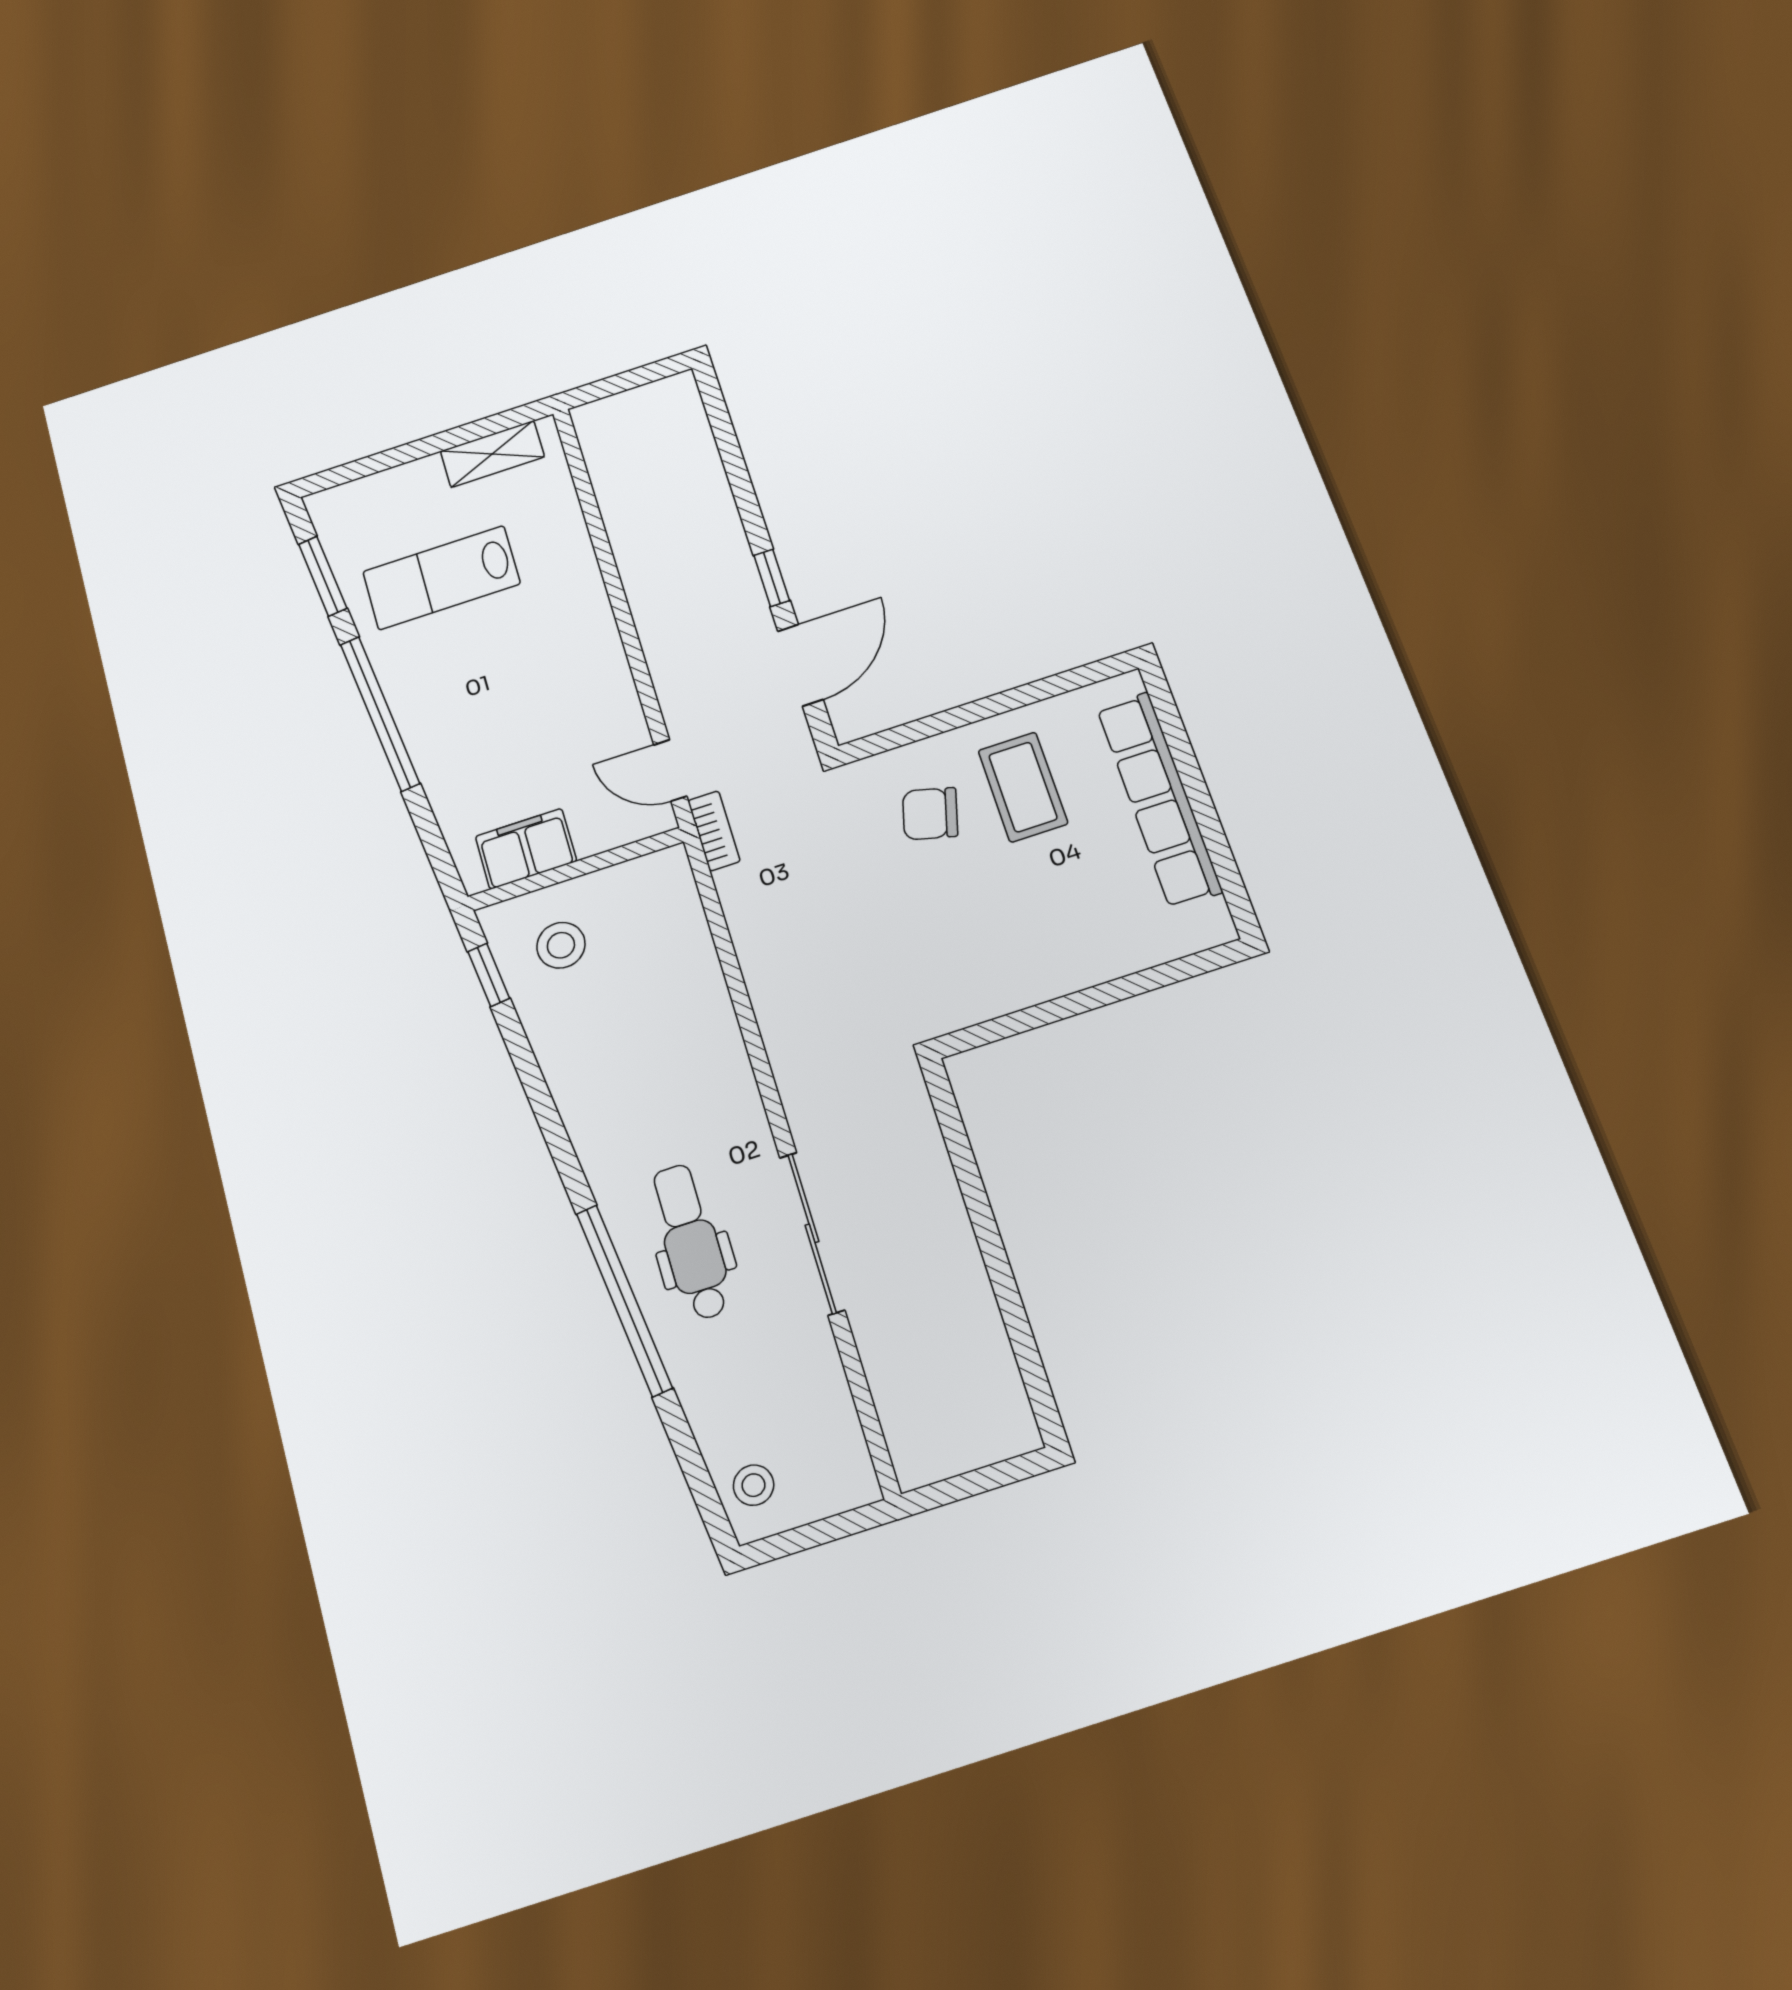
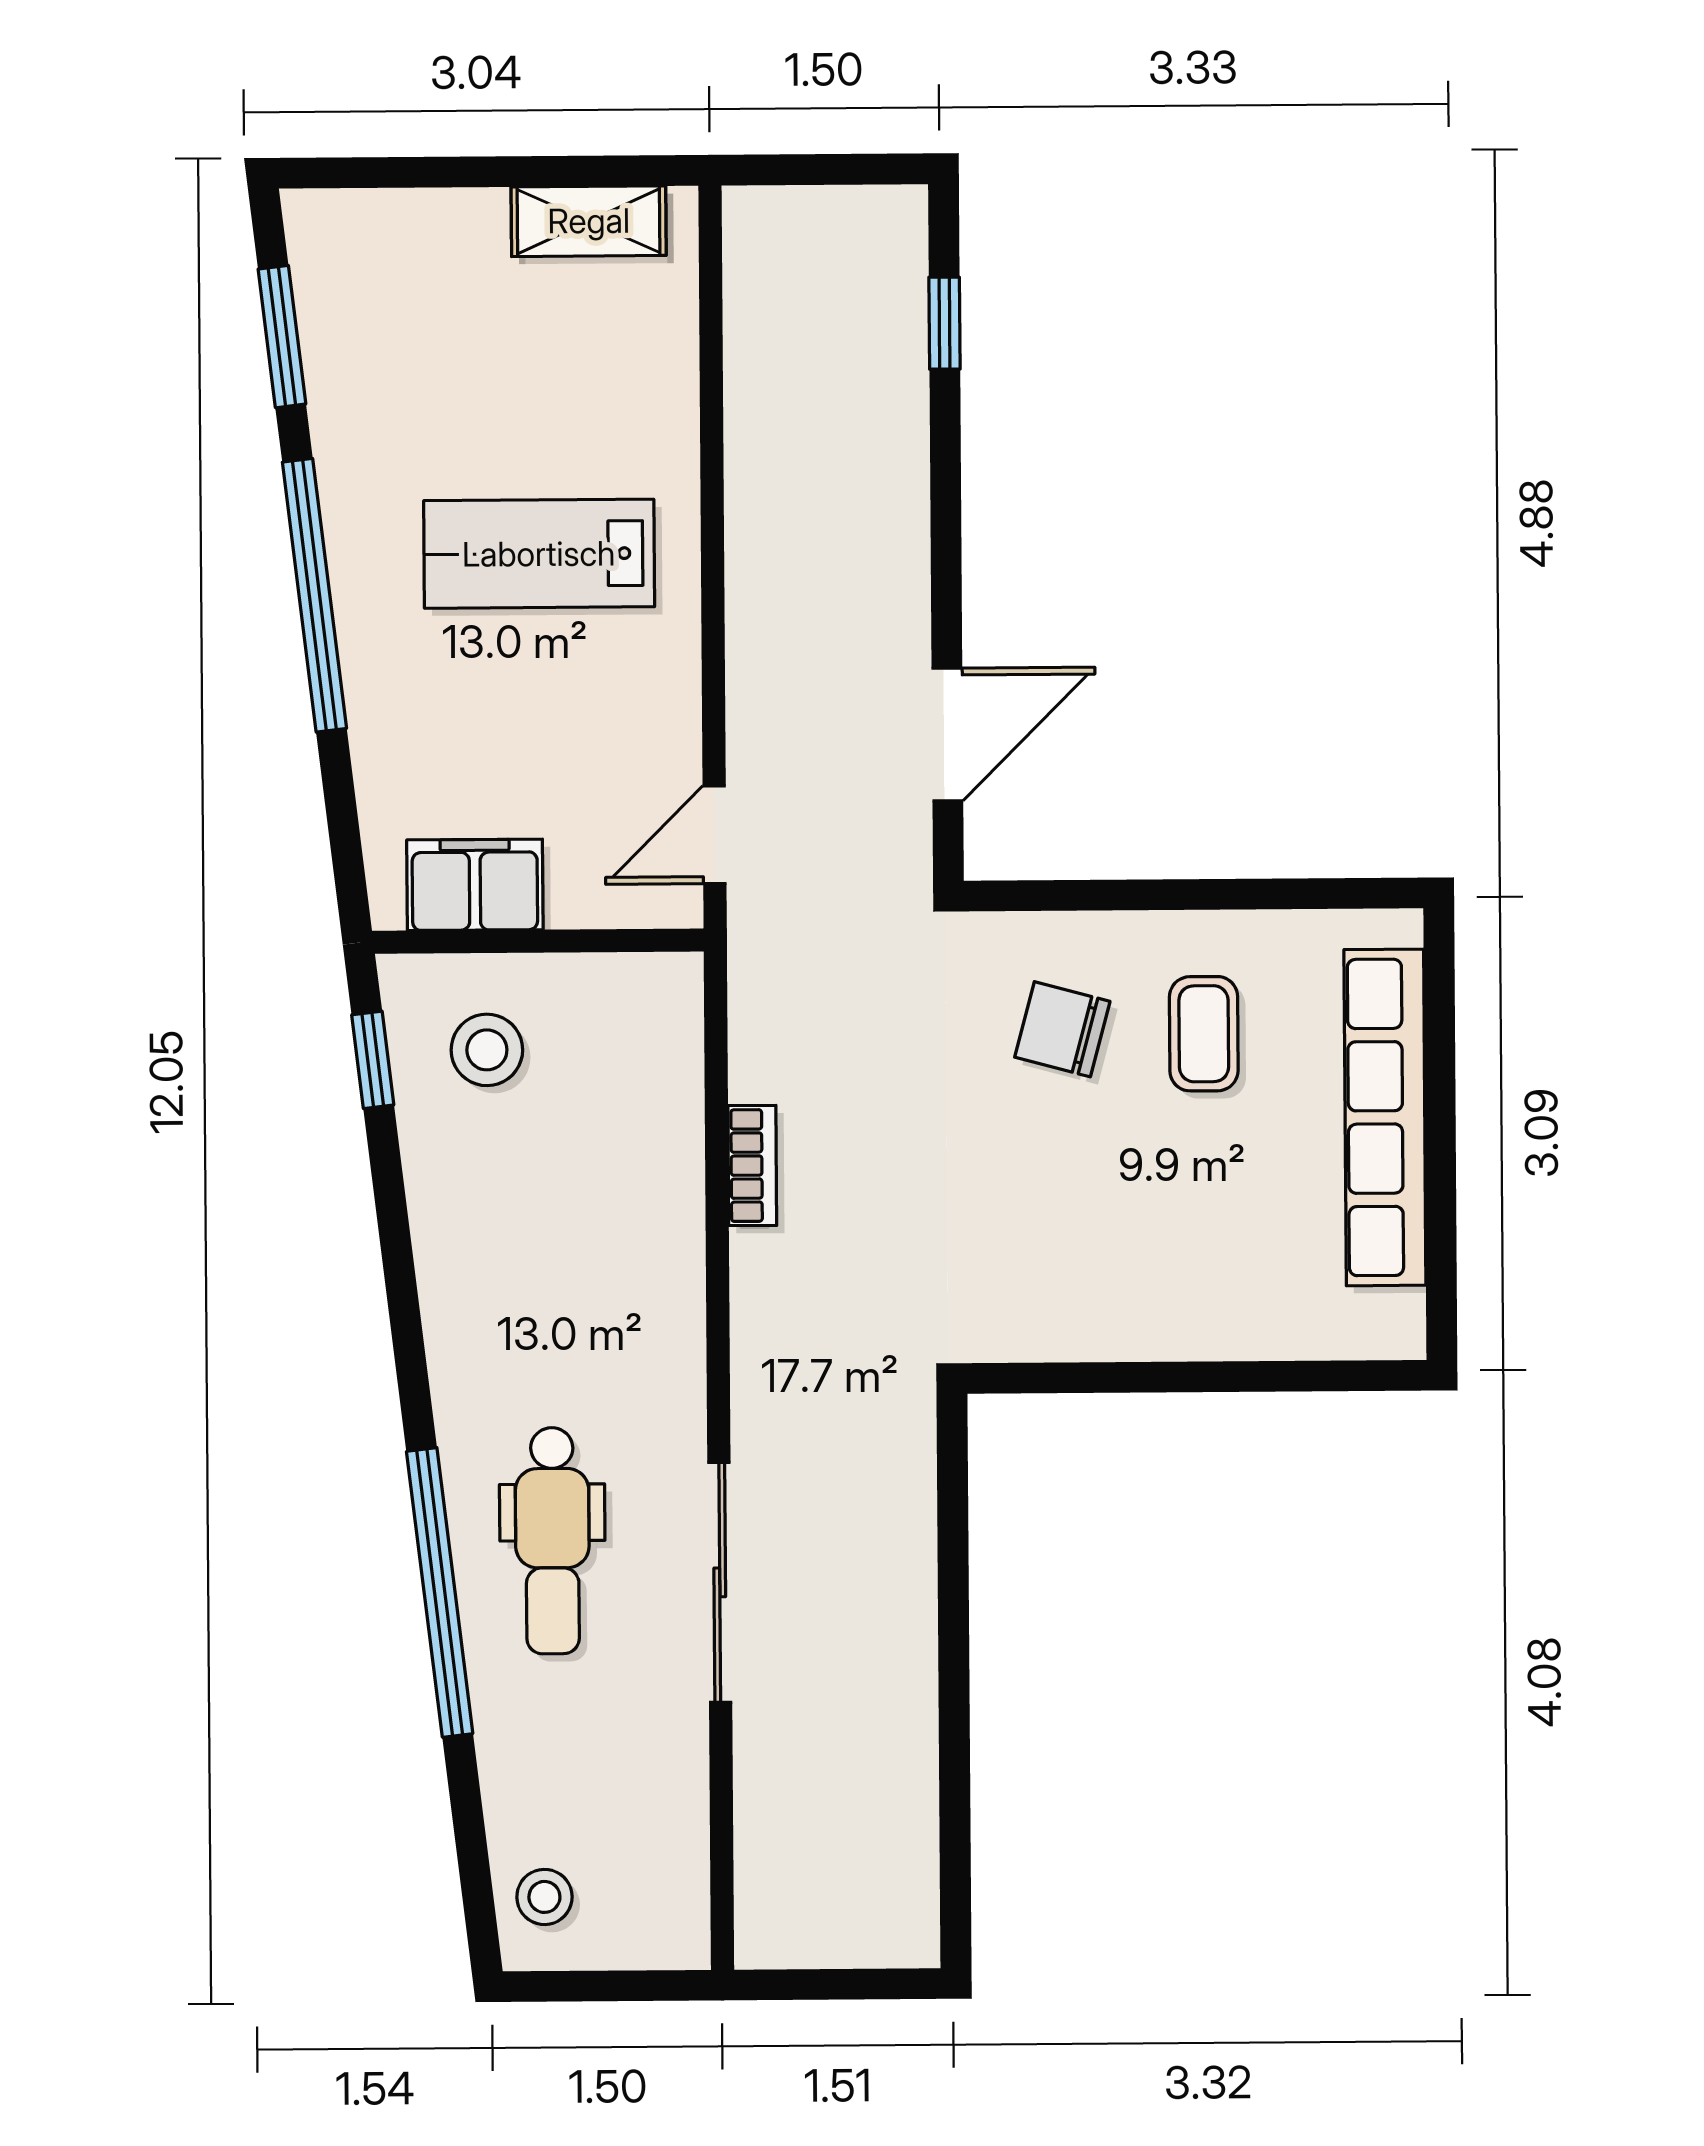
lab bench: (441, 578) -> (539, 554), moved
window: (772, 578) -> (944, 323), moved
door: (670, 770) -> (715, 835), hinge flipped
coffee table: (1023, 787) -> (1204, 1034), width x0.73, depth x0.77
bookcase: (714, 831) -> (752, 1166), moved
dental chair: (691, 1242) -> (552, 1541), turned 180

